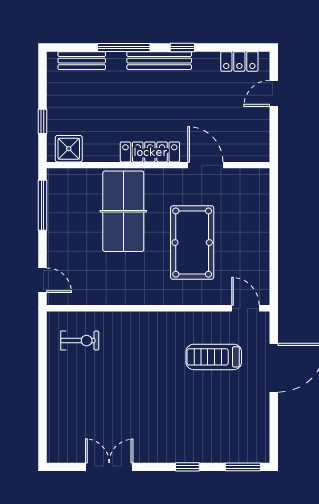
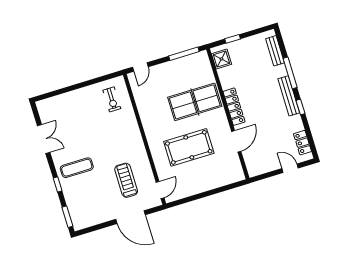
exercise mat: (170, 429) -> (77, 168), added

